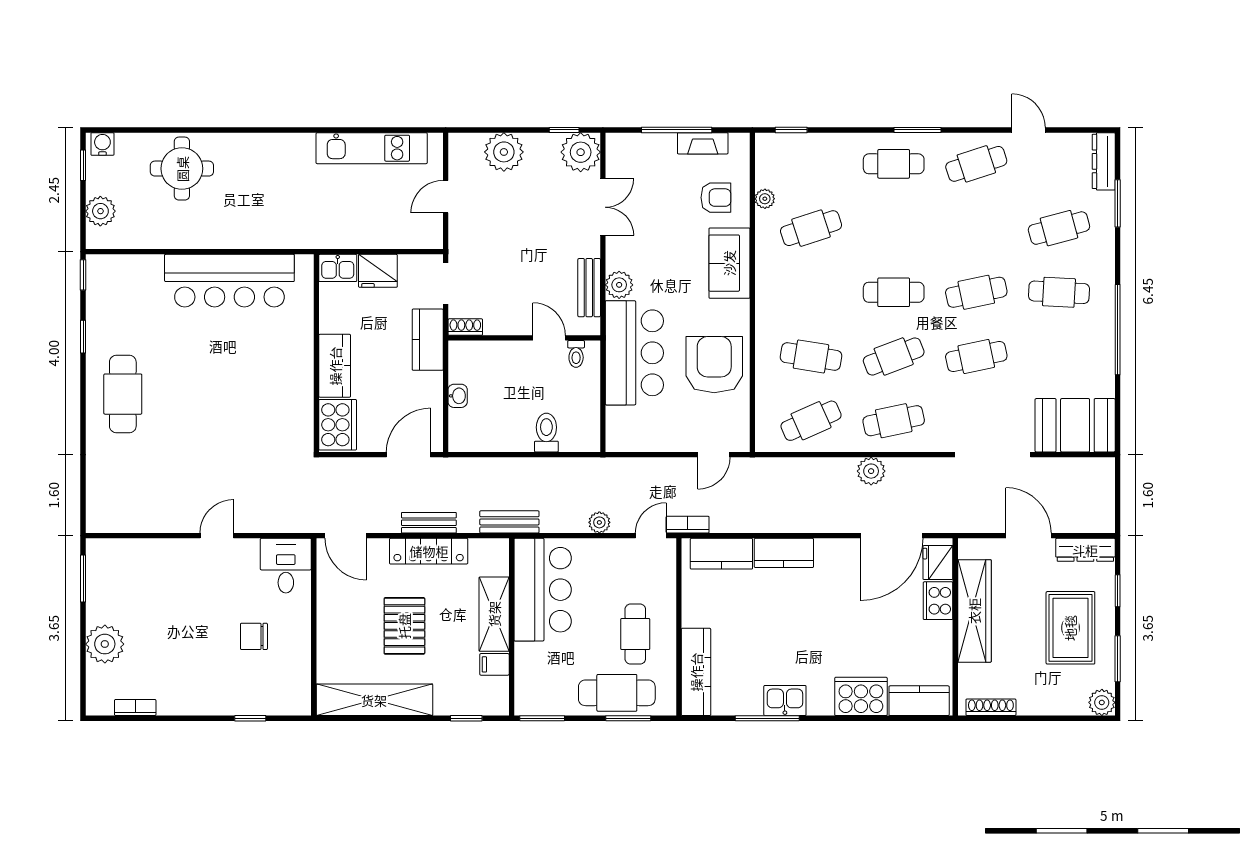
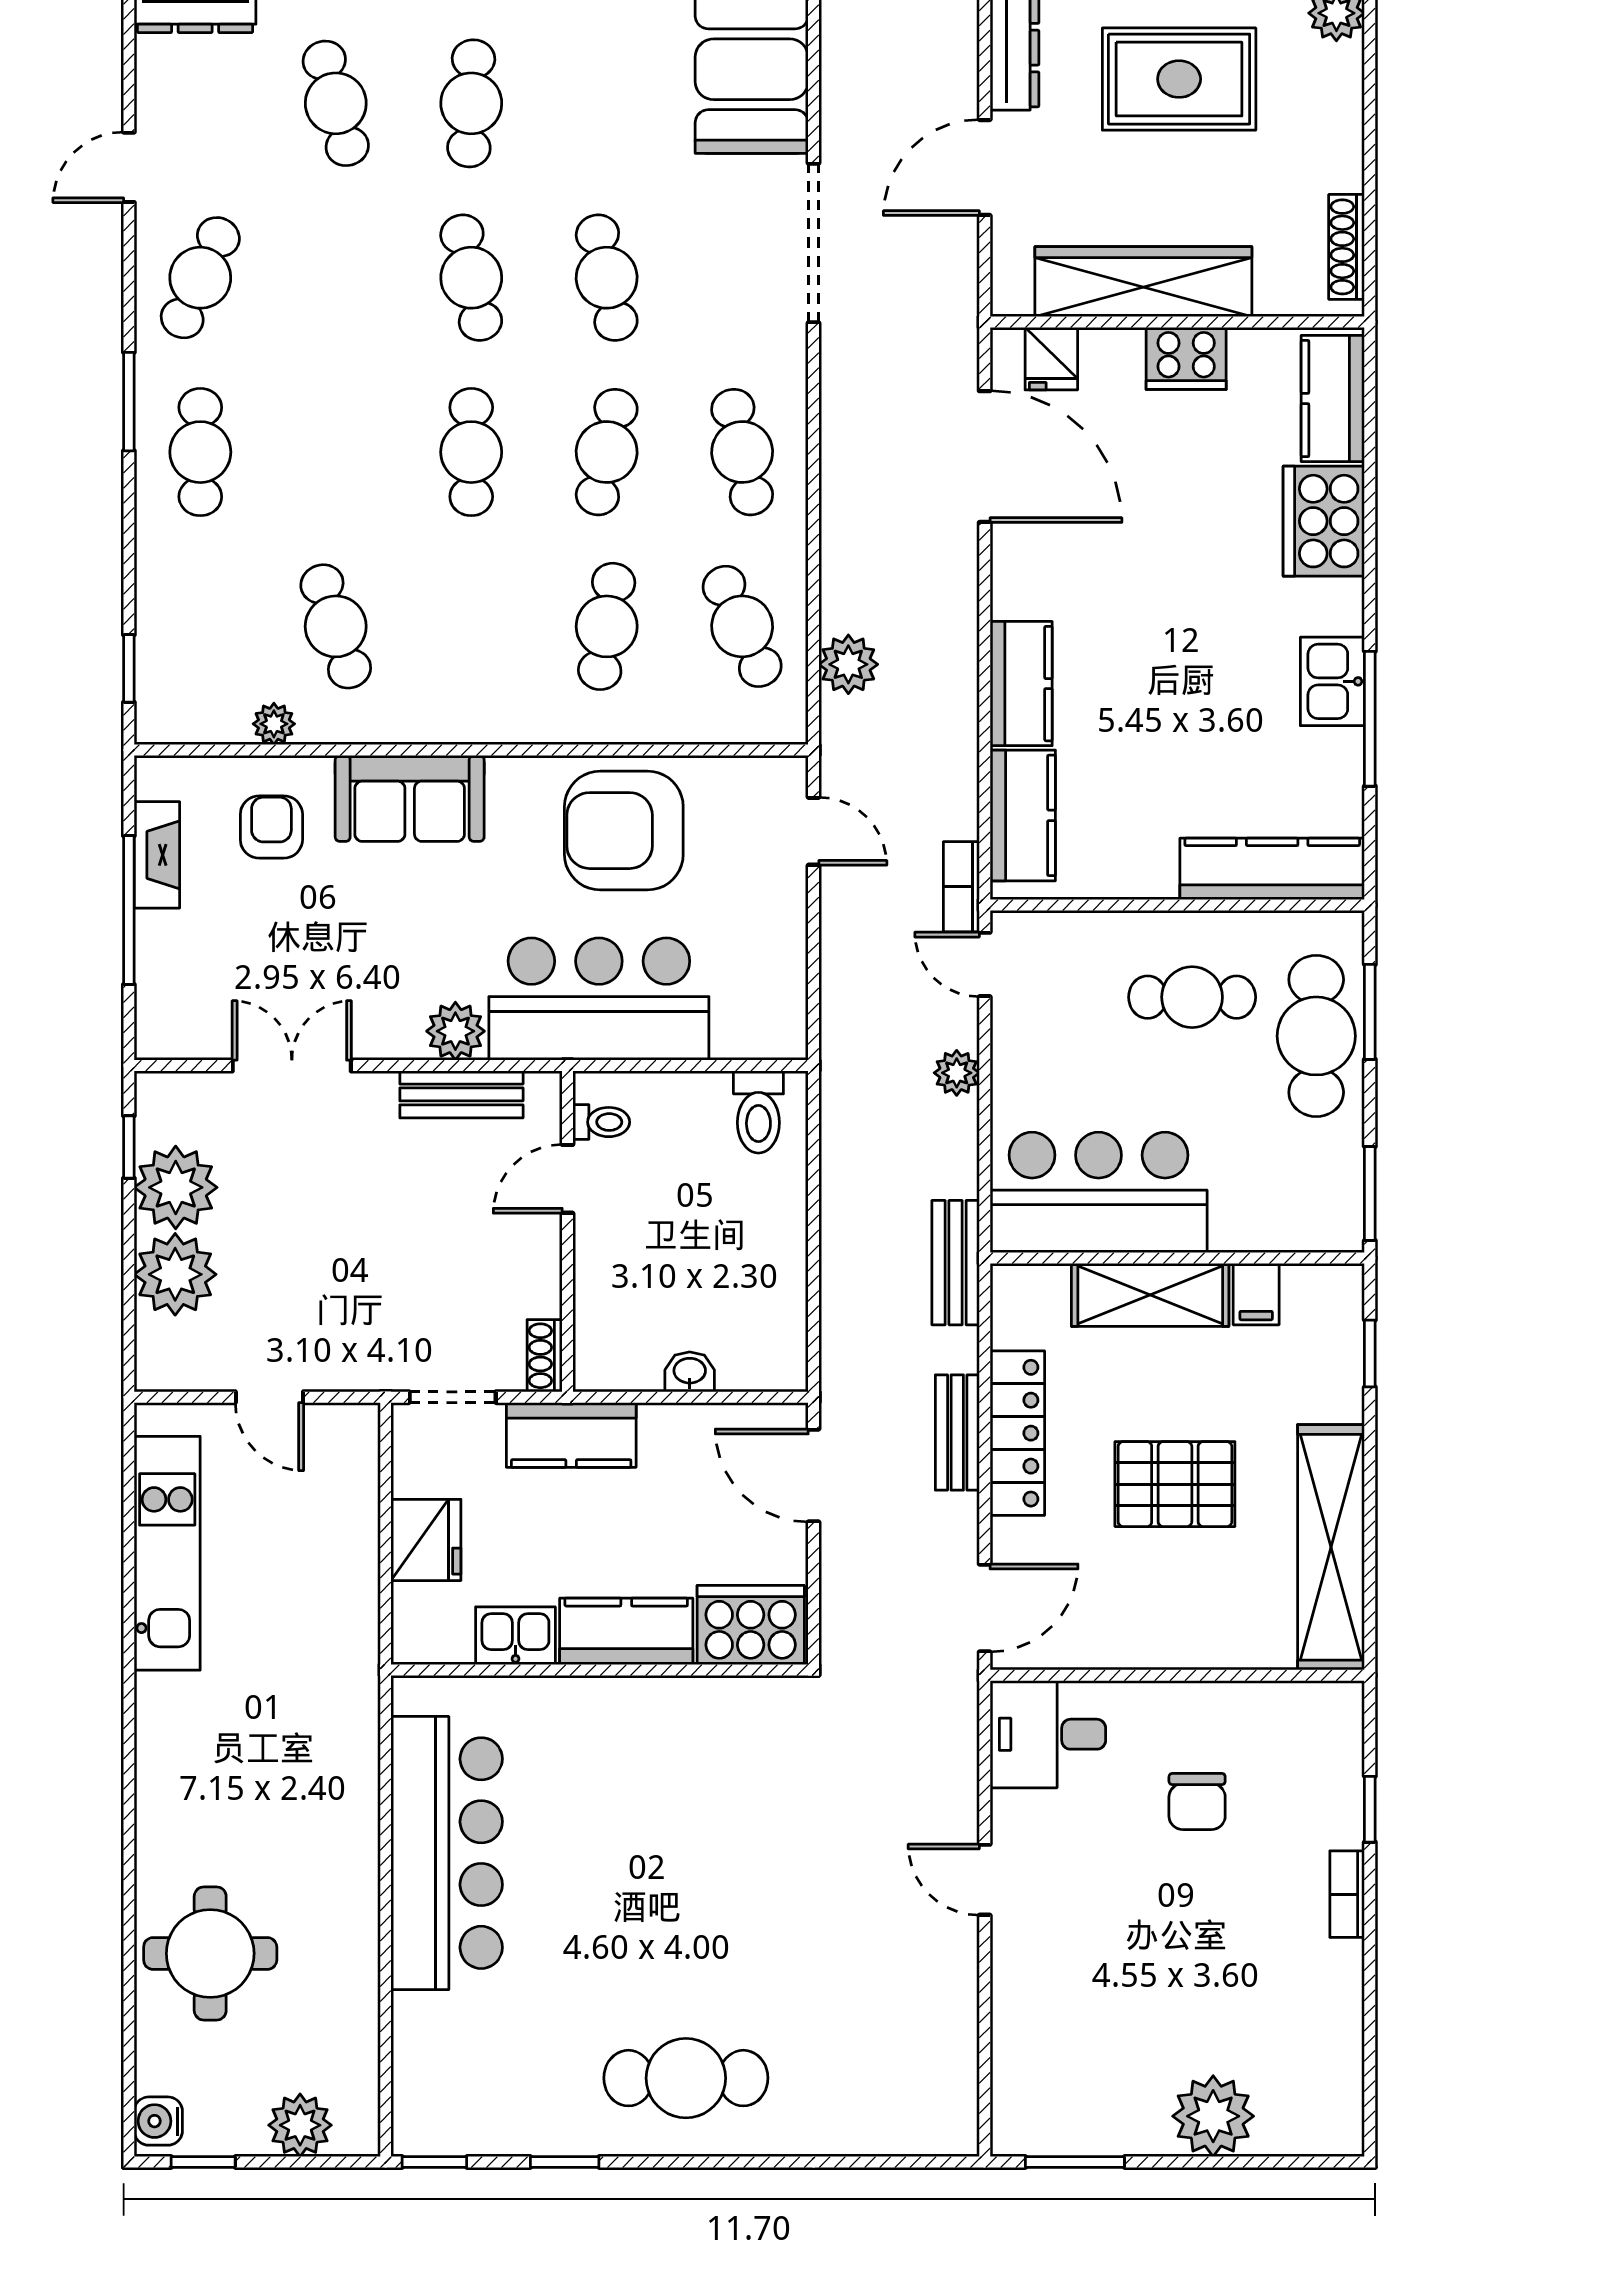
plant: (581, 152) -> (176, 1187), moved
cafe table: (976, 164) -> (200, 278), turned 42
kitchen sink: (338, 268) -> (515, 1636), moved, turned -90
cafe table: (894, 356) -> (607, 452), turned 33
toilet: (546, 433) -> (758, 1112), moved, turned -90
plant: (871, 471) -> (848, 664), moved
fridge: (938, 562) -> (1051, 359), width x0.72
cooker: (938, 601) -> (1186, 358), moved
bookcase: (135, 708) -> (1347, 1894), moved

